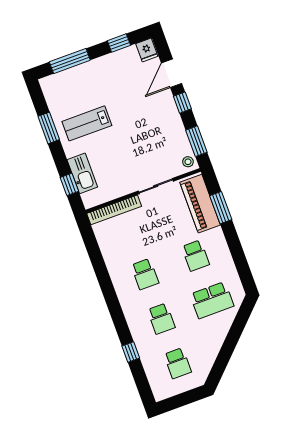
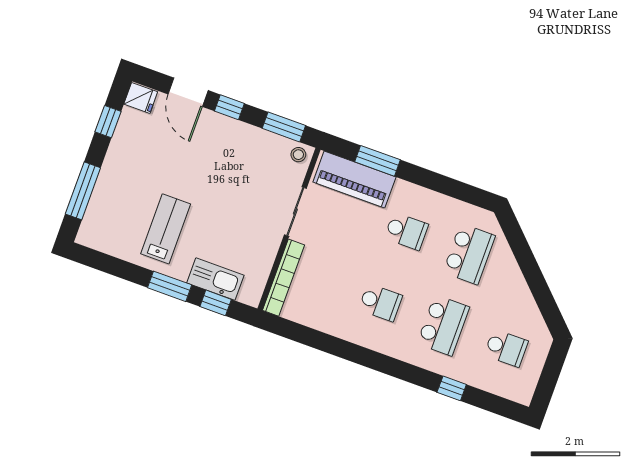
lab bench: (87, 123) -> (166, 229), turned 180
window: (49, 128) -> (170, 286), moved
school desk: (161, 319) -> (443, 325), width x1.85

